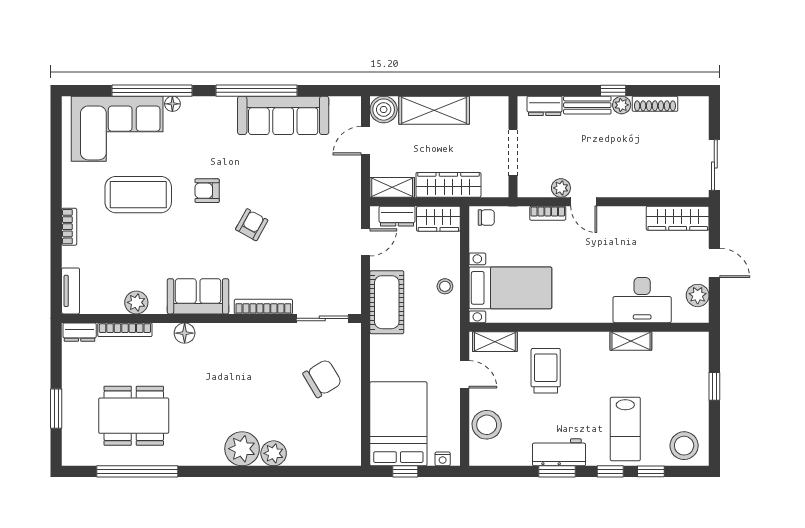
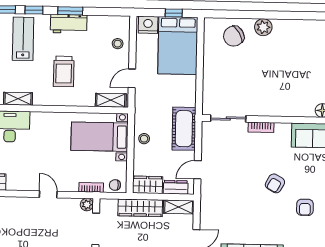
plant: (561, 188) -> (87, 205), moved
armchair: (207, 191) -> (305, 207), turned 90
bookcase: (548, 213) -> (91, 187), moved
bookcase: (263, 307) -> (261, 127), width x0.64
trolley: (546, 371) -> (64, 71), moved
door: (465, 374) -> (132, 78), hinge flipped
chair: (322, 378) -> (234, 36), moved
stool: (487, 425) -> (118, 44), width x0.53, depth x0.53
plant: (242, 449) -> (285, 31), removed
nightstand: (443, 459) -> (148, 25), width x1.89, depth x1.79

